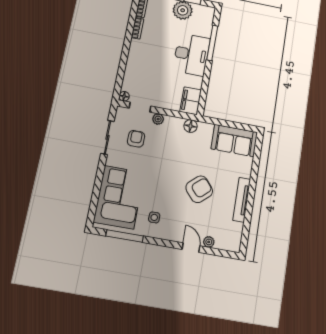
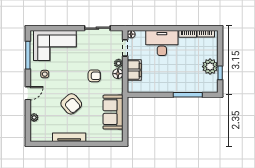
desk: (191, 55) -> (162, 43), moved, turned 180
filing cabinet: (191, 101) -> (134, 70), moved, turned 90
floor lamp: (191, 126) -> (118, 74), moved
armchair: (136, 139) -> (94, 76), moved
sofa: (234, 141) -> (113, 112), moved
door: (191, 248) -> (28, 93), moved

